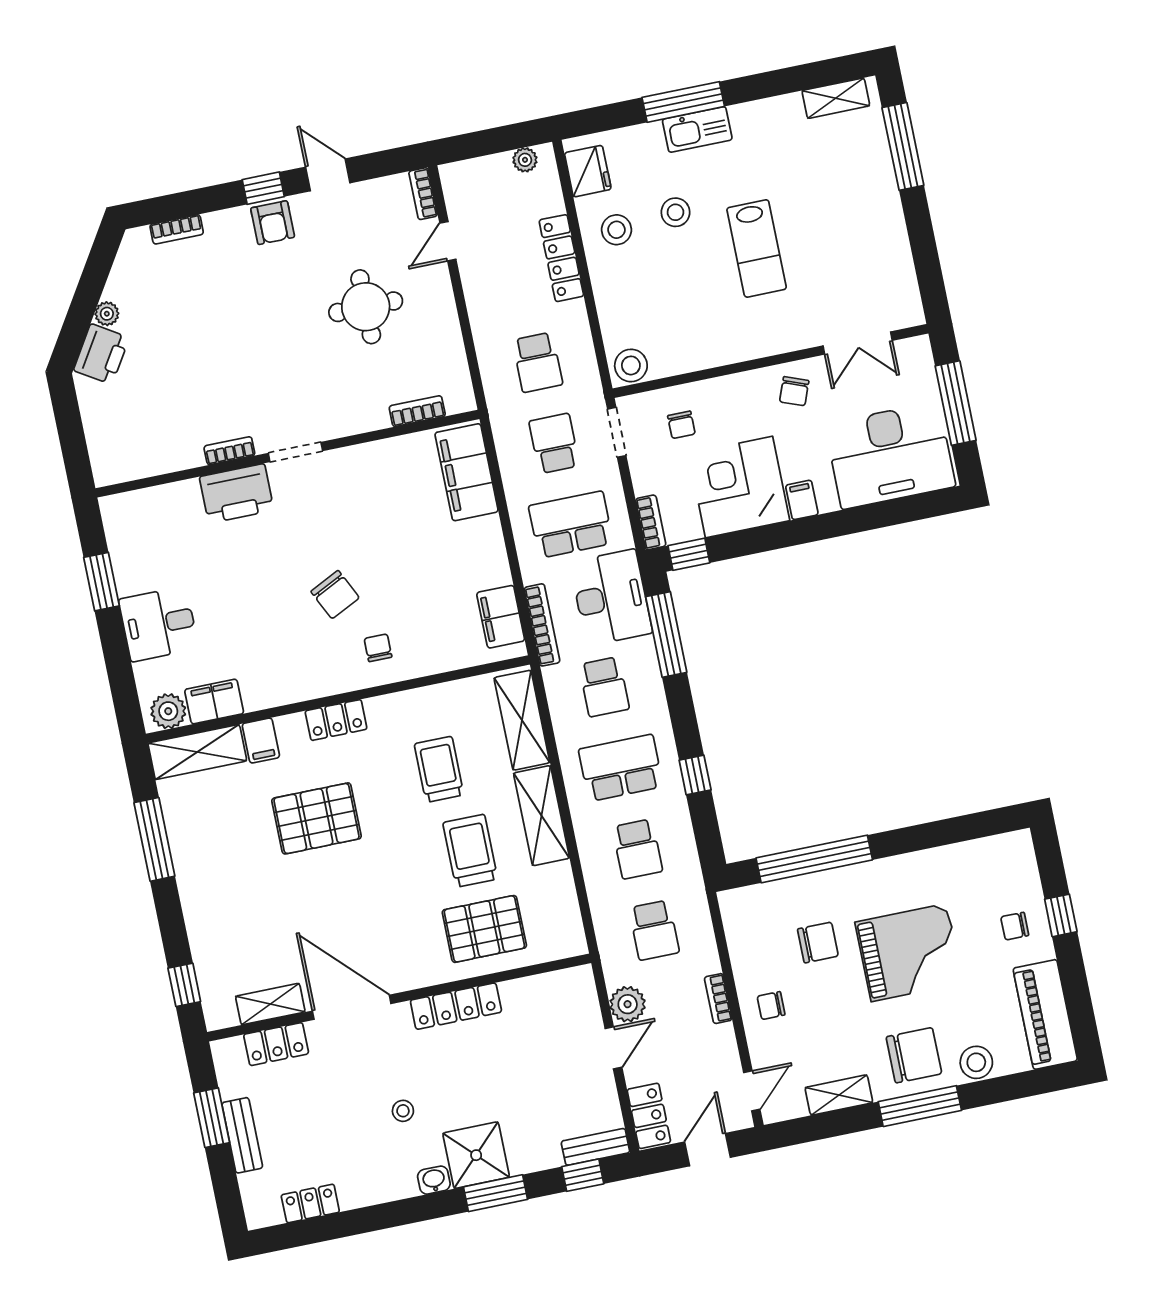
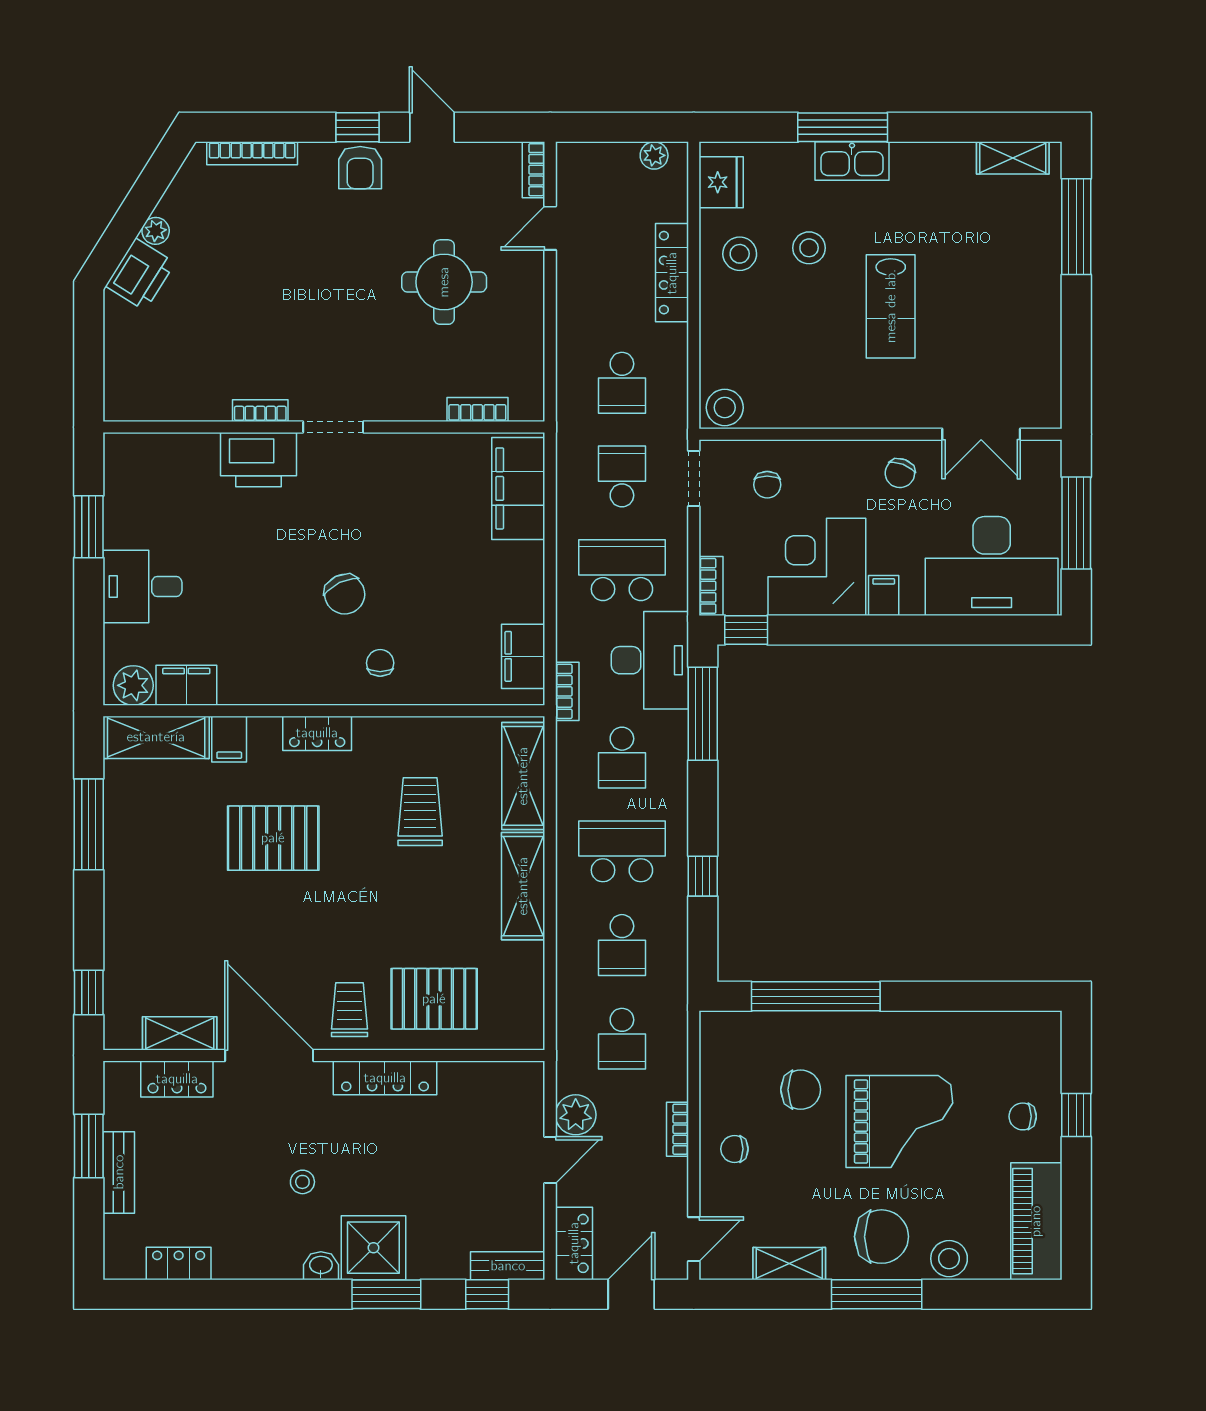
bookcase: (177, 229) -> (252, 153), width x1.56
bookcase: (542, 625) -> (567, 691), width x0.64
trolley: (470, 851) -> (350, 1010), moved, width x0.73, depth x0.72

